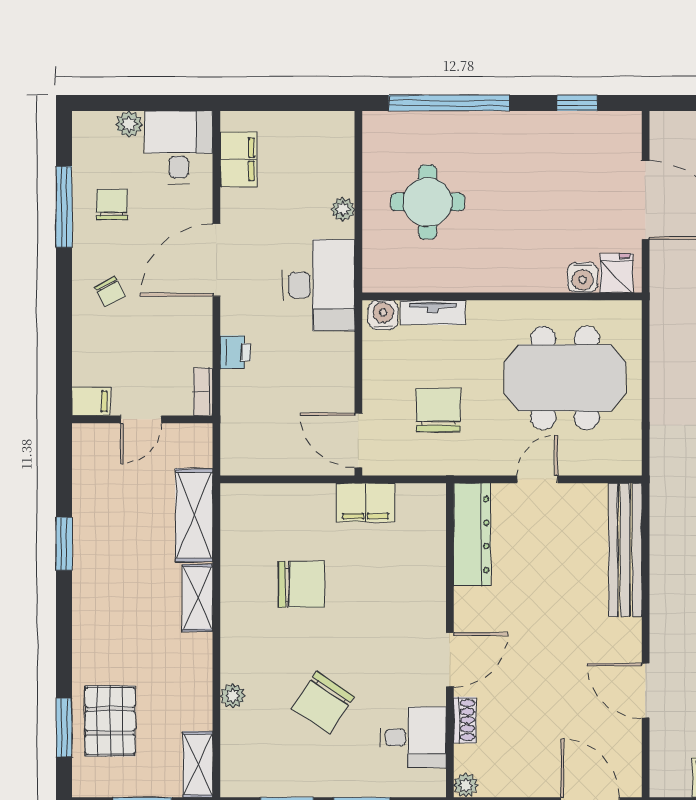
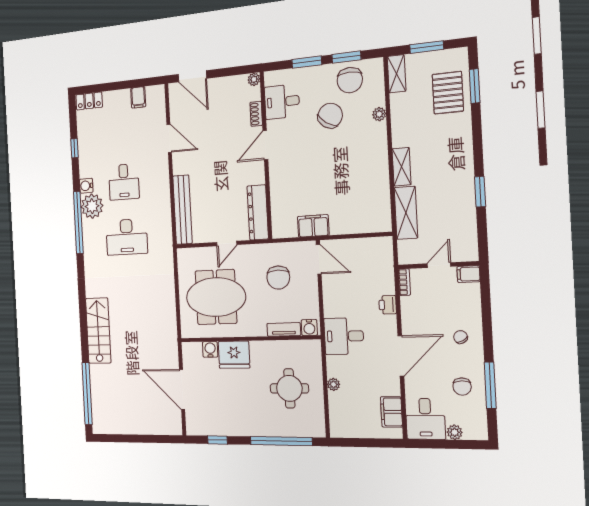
fridge: (616, 273) -> (234, 355), moved, width x1.88, depth x1.34
desk: (319, 285) -> (344, 336), width x0.73
chair: (301, 585) -> (350, 80), moved, turned -90

